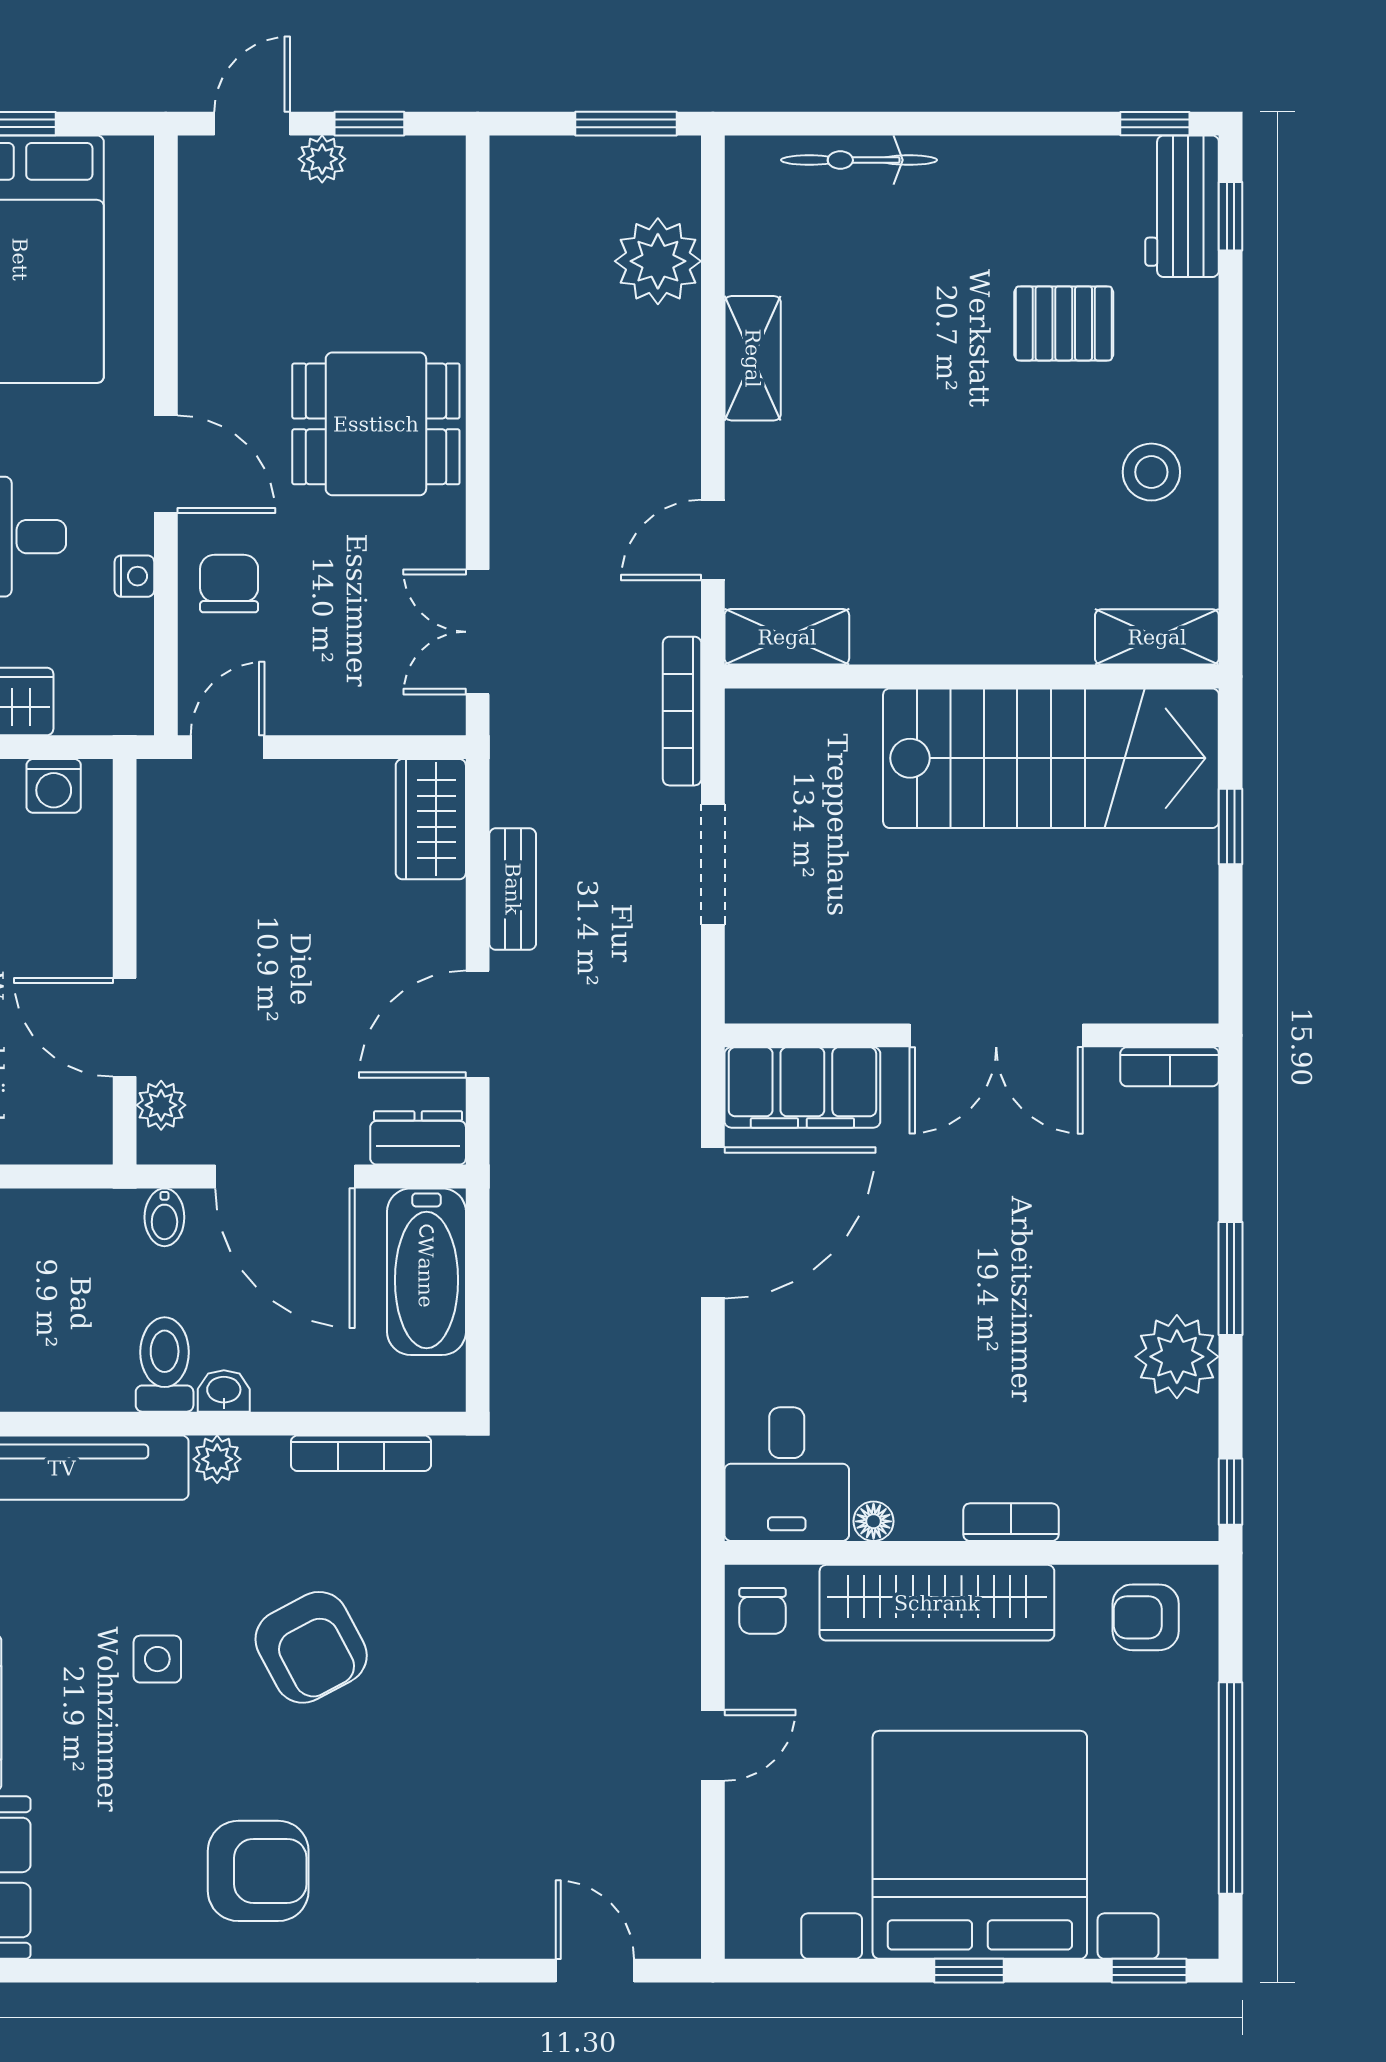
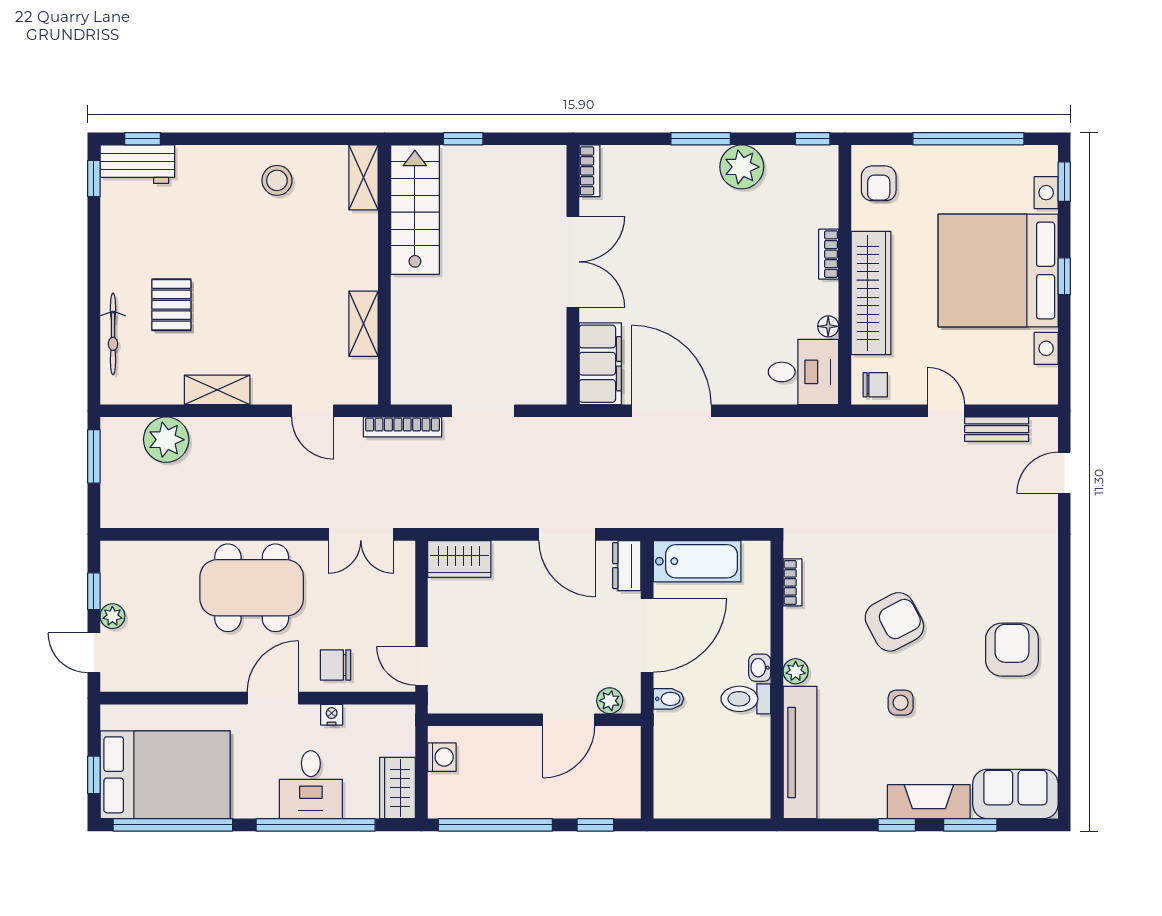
pallet: (1064, 323) -> (171, 305), moved
dining table: (376, 424) -> (252, 588), width x1.38
shelving: (787, 637) -> (363, 324), moved
stairs: (1051, 758) -> (415, 210), width x0.73, depth x0.66
bench: (513, 889) -> (997, 429), moved
bookcase: (361, 1453) -> (792, 582), width x0.64

